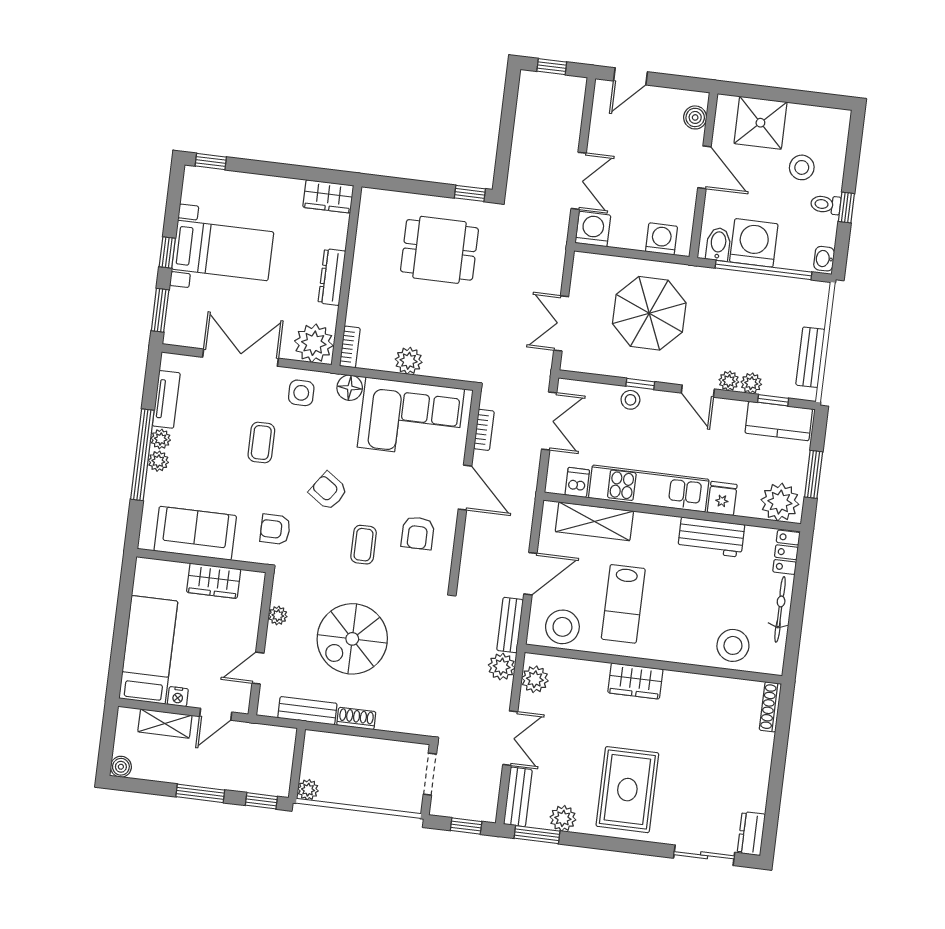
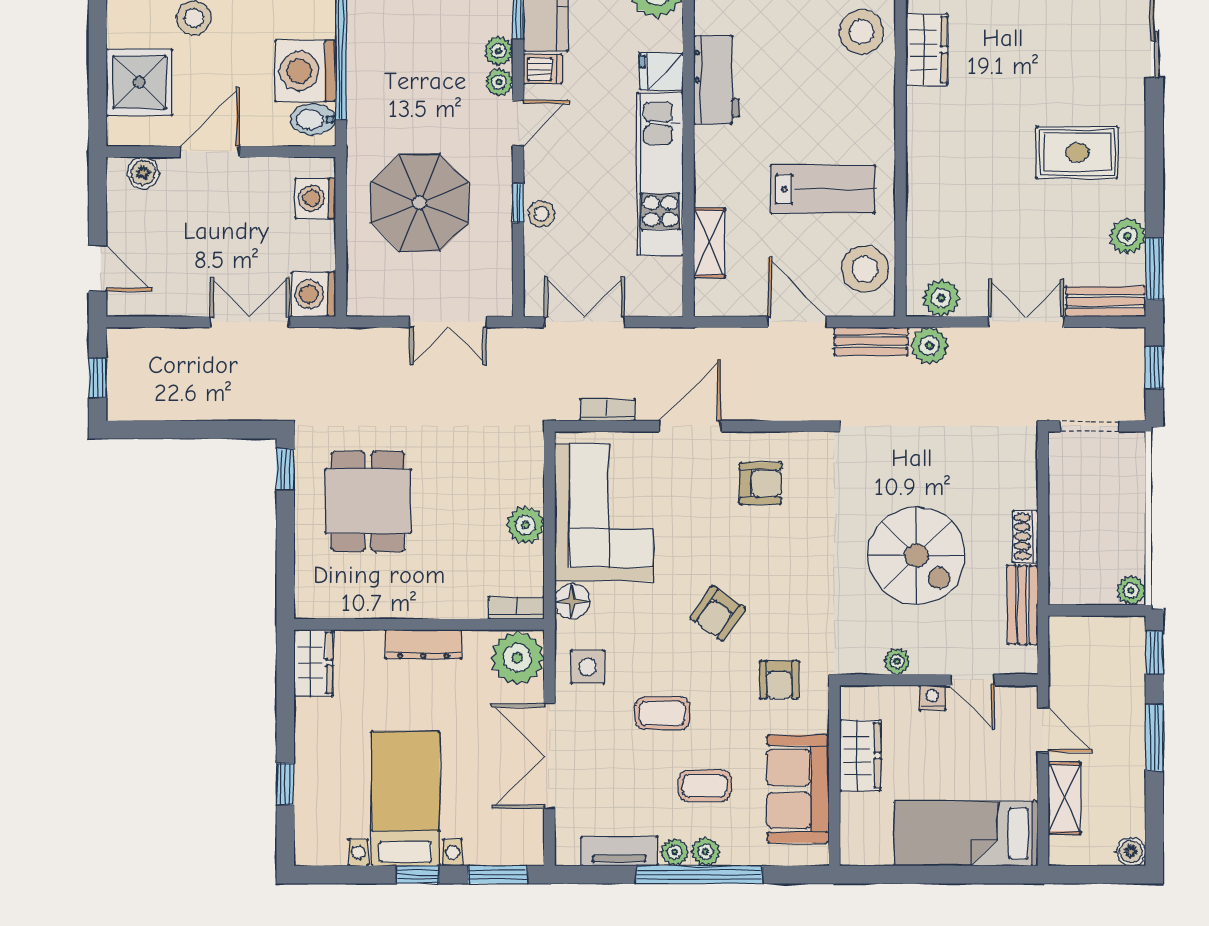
window: (211, 162) -> (285, 784), moved
dishwasher: (577, 482) -> (543, 69), moved, turned 180
shelving: (594, 521) -> (709, 243), width x0.67, depth x0.75
coffee table: (364, 545) -> (705, 786), moved
wardrobe: (635, 681) -> (927, 50), moved
nightstand: (178, 697) -> (932, 698), moved, turned -90
rug: (627, 790) -> (1077, 152), width x0.73, depth x0.70

